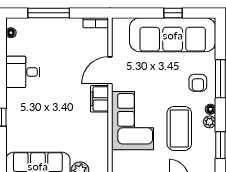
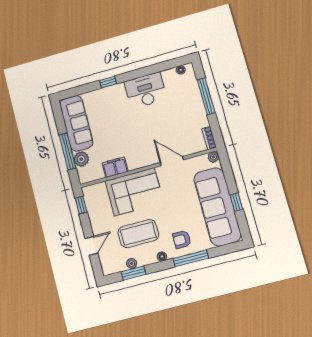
plant: (118, 24) -> (213, 157), added
desk: (23, 72) -> (146, 90), width x1.37
filing cabinet: (100, 99) -> (115, 167), moved
plant: (210, 122) -> (132, 263), moved

